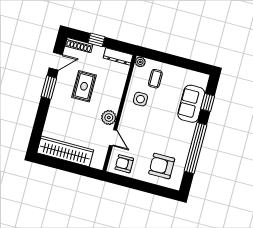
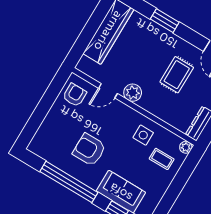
rug: (84, 86) -> (177, 75), turned 90
window: (49, 87) -> (165, 21), moved
armchair: (162, 166) -> (89, 150), moved, turned -90

